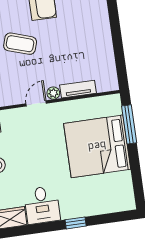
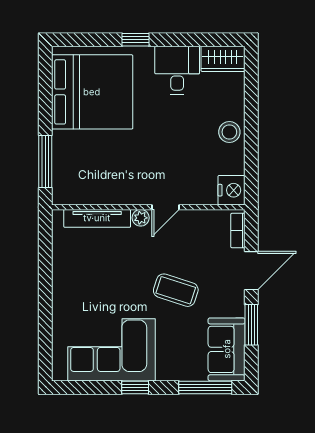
tv unit: (78, 89) -> (97, 218), width x1.41
bed: (97, 146) -> (92, 92), moved

